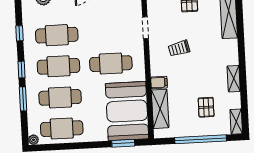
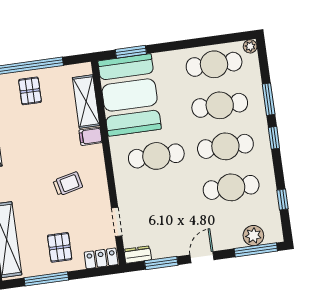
doorway: (145, 28) -> (117, 222), moved
window: (20, 33) -> (283, 200), moved
pallet: (206, 107) -> (30, 91), moved

